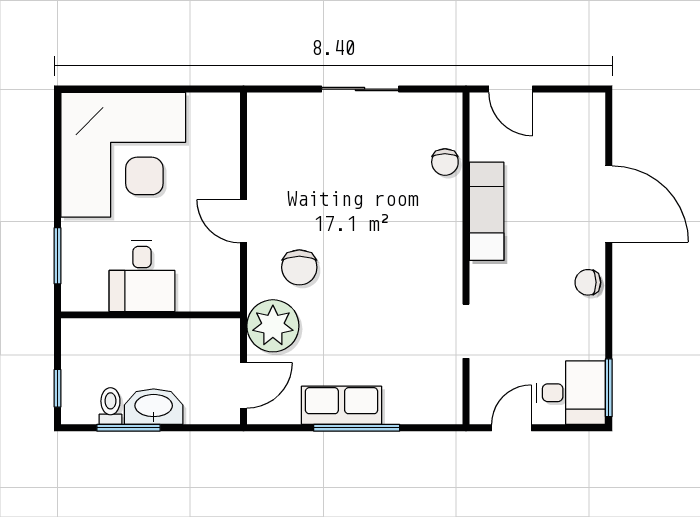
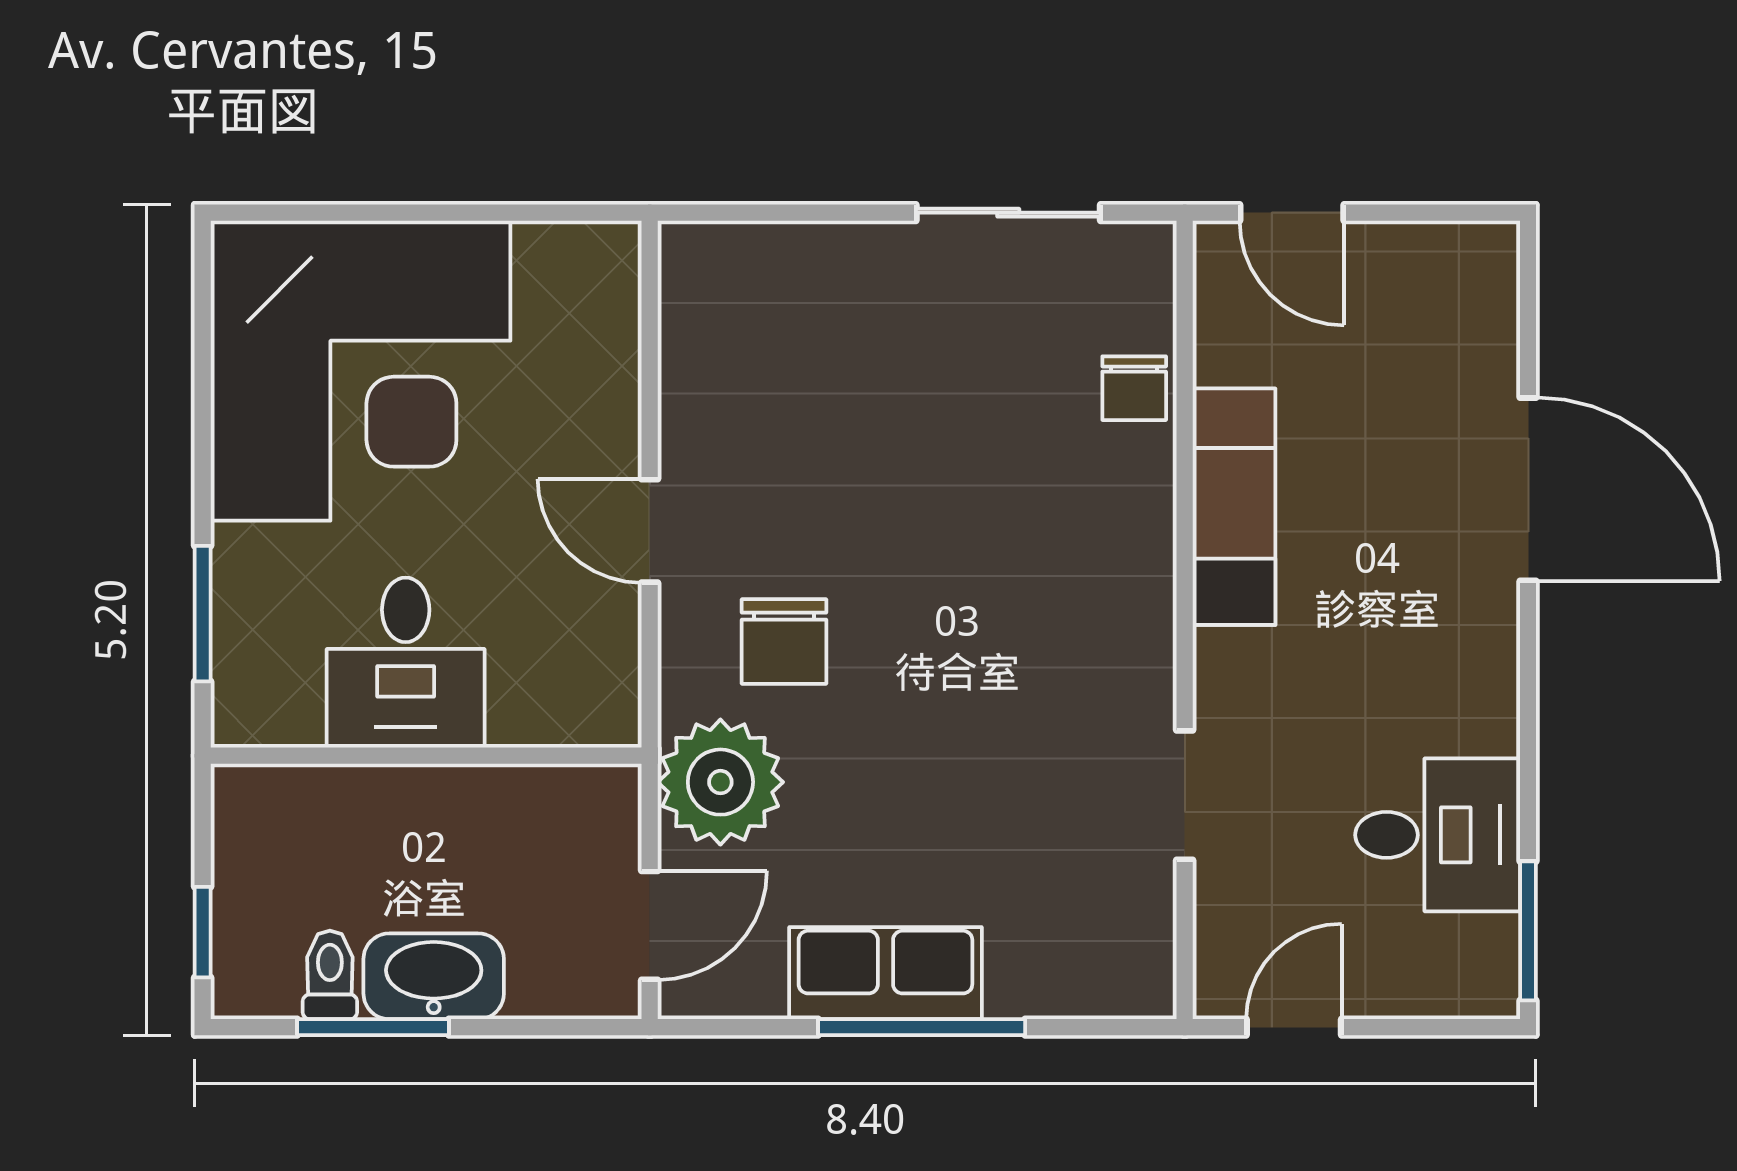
sliding door: (360, 89) -> (1008, 213), moved
chair: (588, 282) -> (1478, 677), removed
desk: (571, 393) -> (1438, 835), moved

